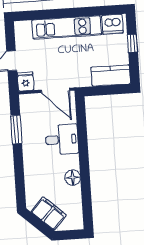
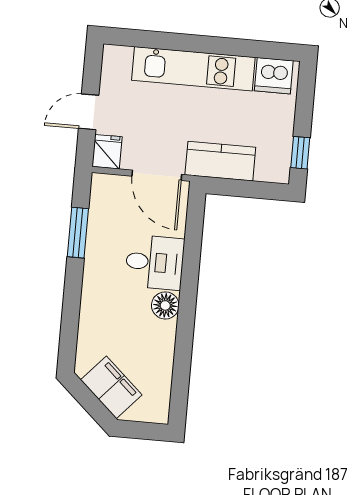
window: (133, 43) -> (300, 153), moved
kitchen counter: (111, 75) -> (220, 161), moved
floor lamp: (73, 178) -> (165, 305), moved

